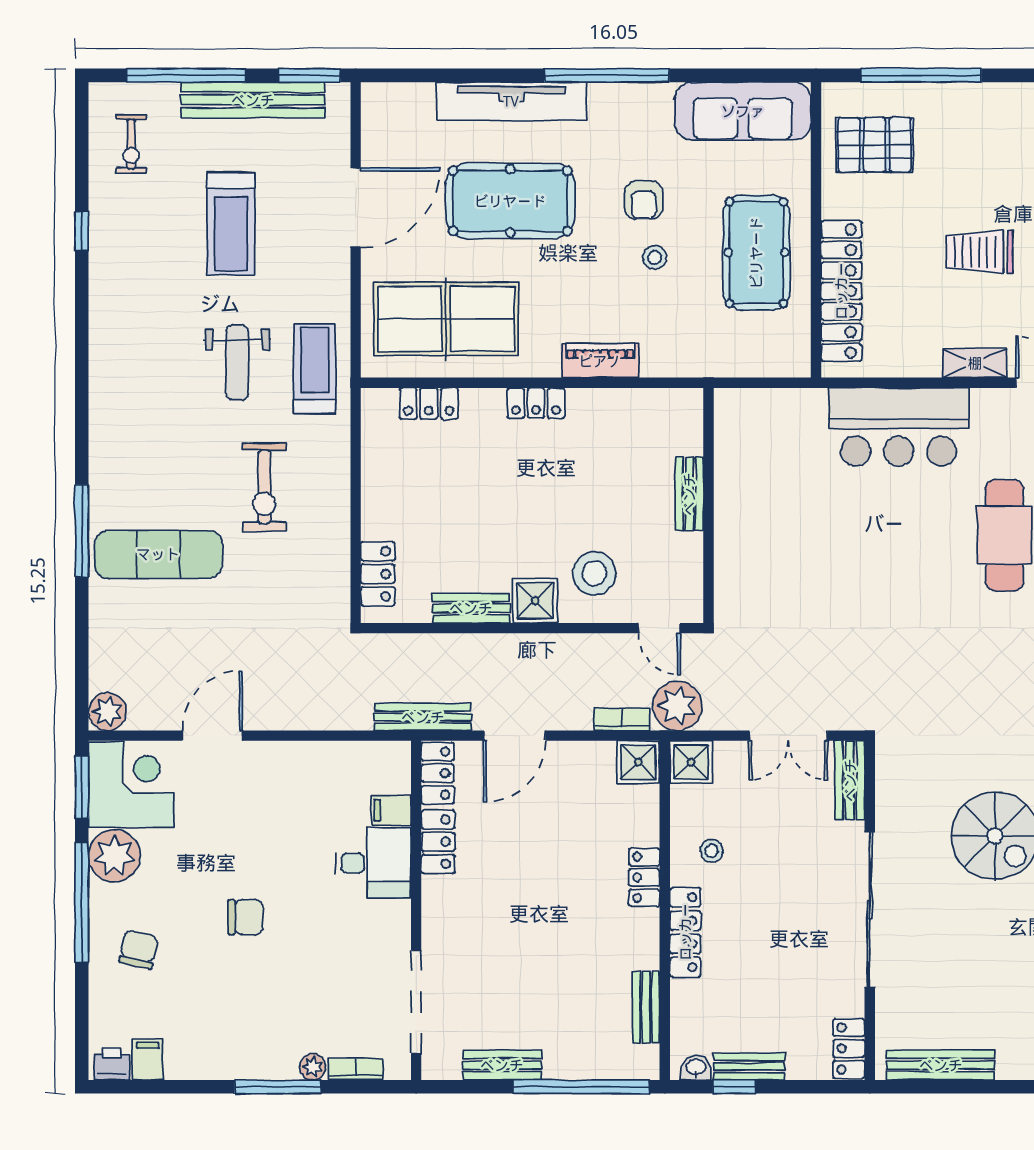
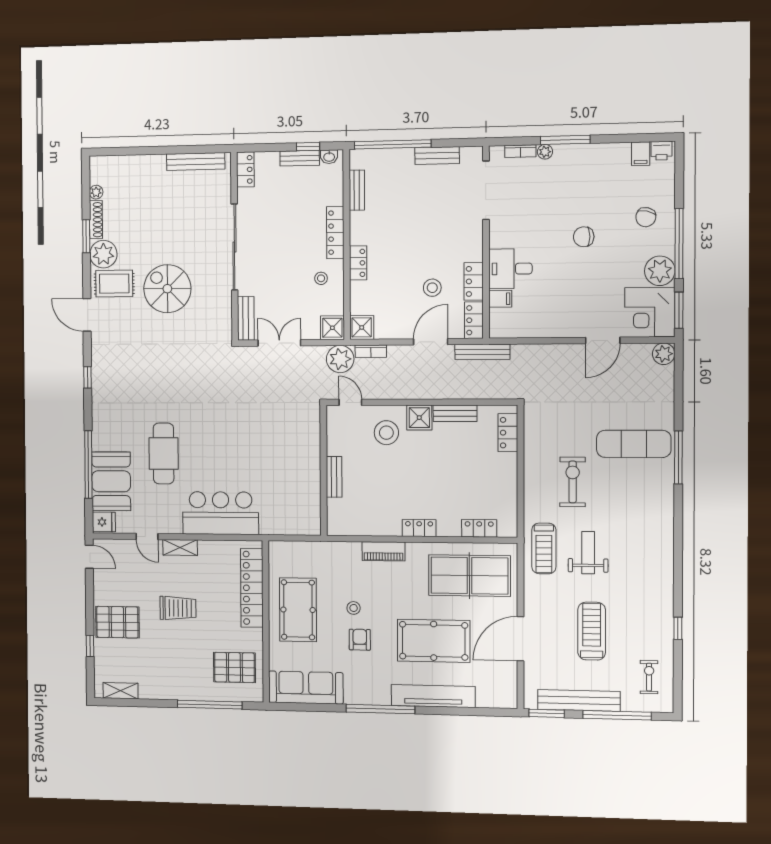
stool: (511, 832) -> (432, 288), added

